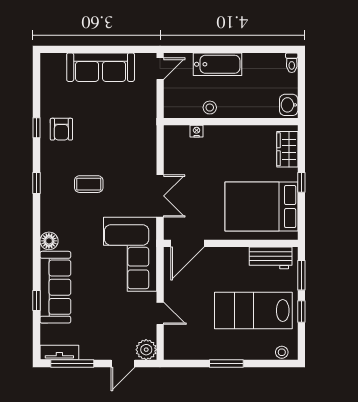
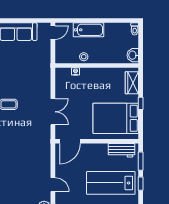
corner sofa: (130, 254) -> (34, 148), removed

